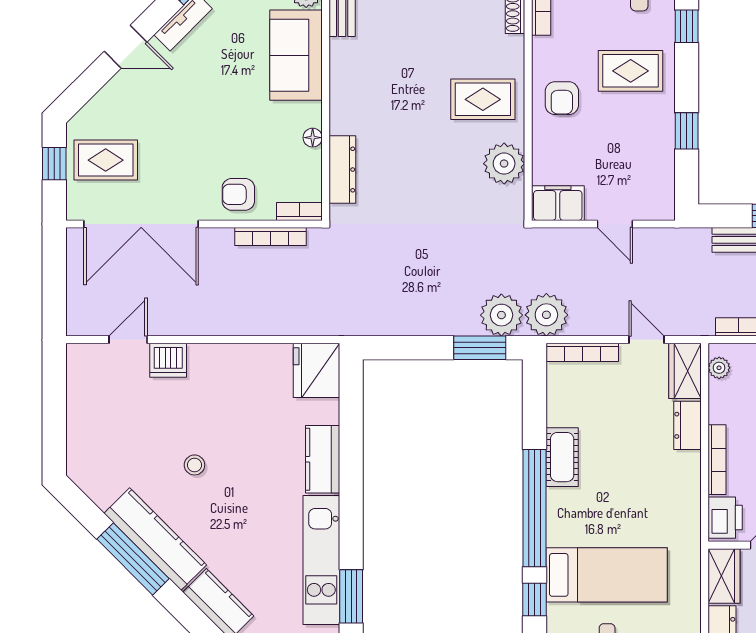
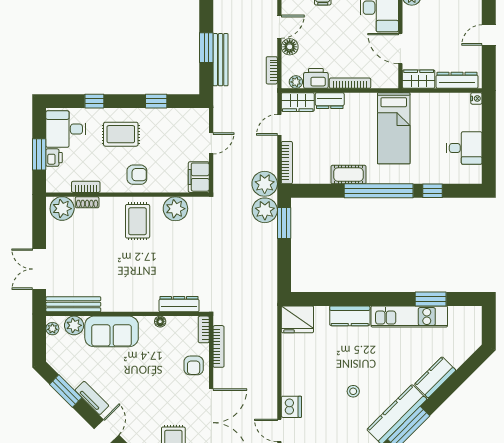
rug: (631, 71) -> (121, 134), turned 90
printer: (725, 518) -> (316, 78), moved
bed: (607, 575) -> (394, 128), moved, turned 180

